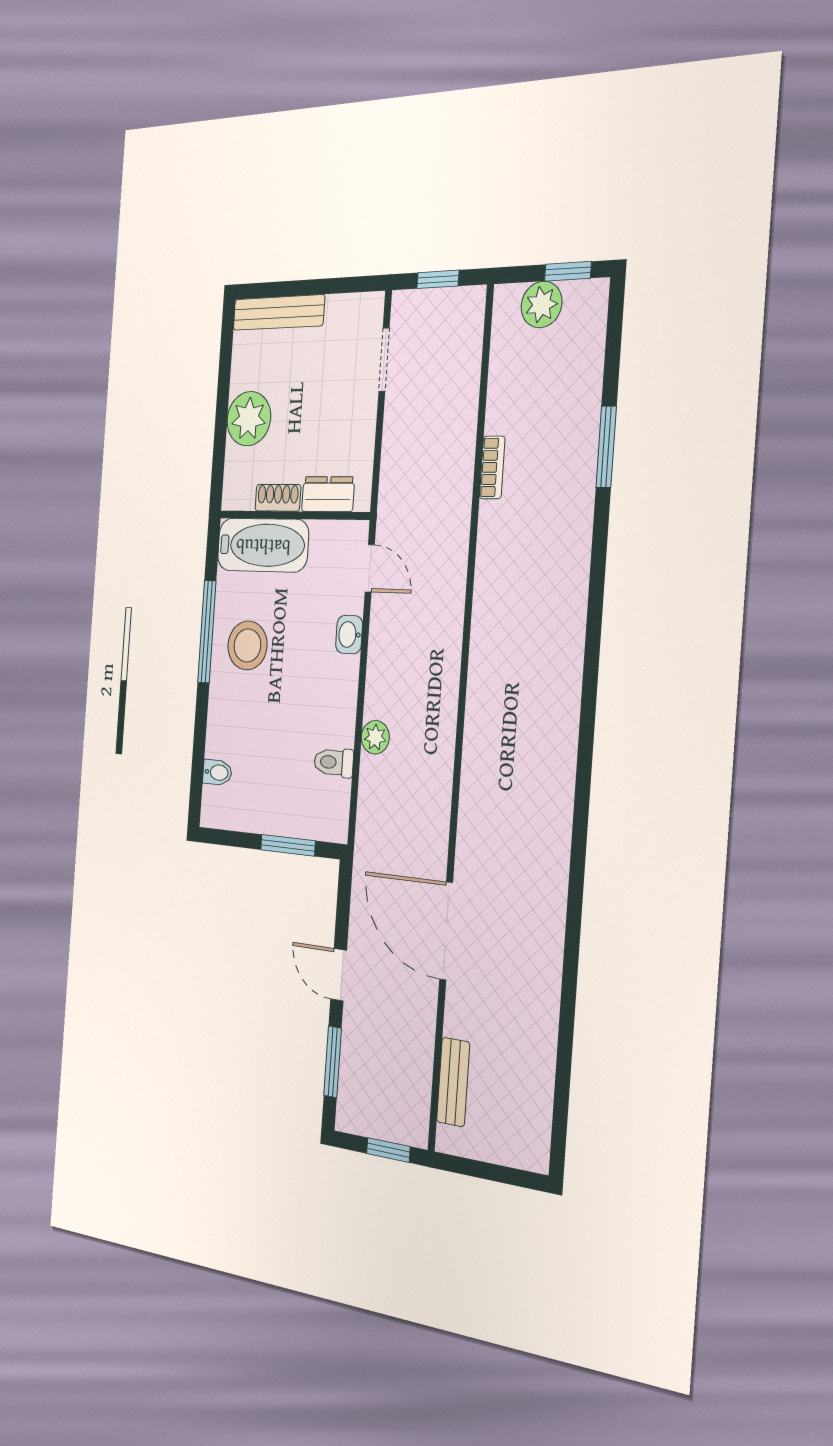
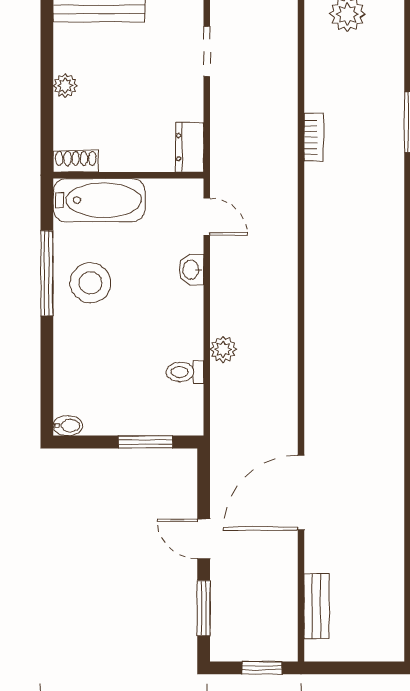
plant: (249, 419) -> (65, 86), width x0.53, depth x0.53
dresser: (328, 494) -> (190, 147), moved, turned -90
shoe rack: (278, 498) -> (76, 161), moved
bidet: (217, 772) -> (68, 426), moved
door: (446, 931) -> (301, 493), hinge flipped

